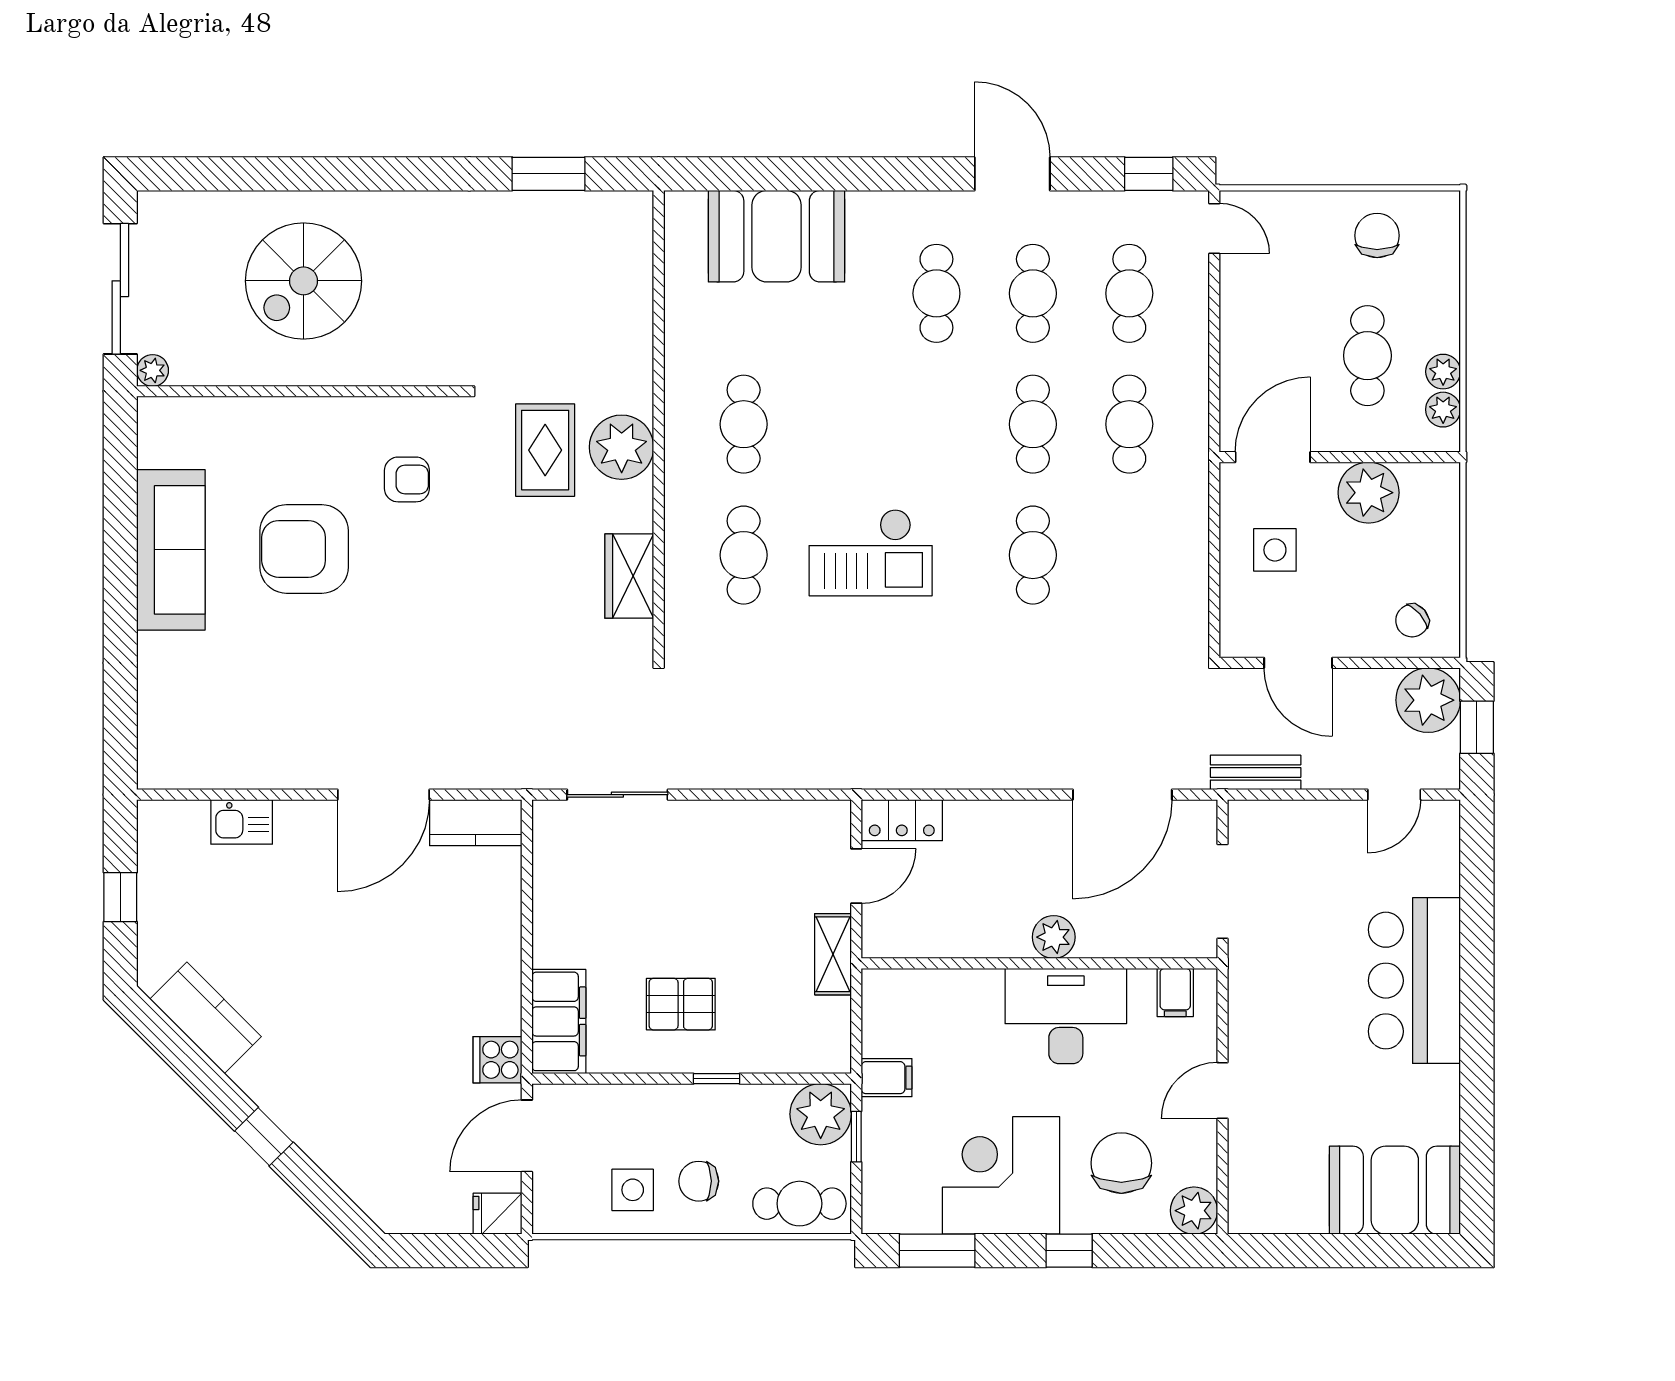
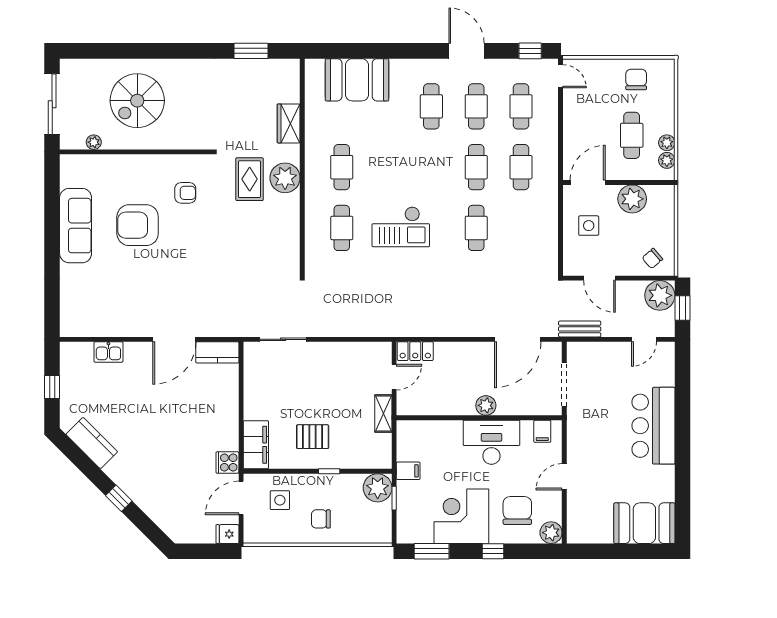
plant: (153, 370) -> (94, 142), moved
wardrobe: (629, 576) -> (289, 123), moved
side table: (633, 1190) -> (280, 500), moved
cafe table: (799, 1204) -> (368, 529), removed

